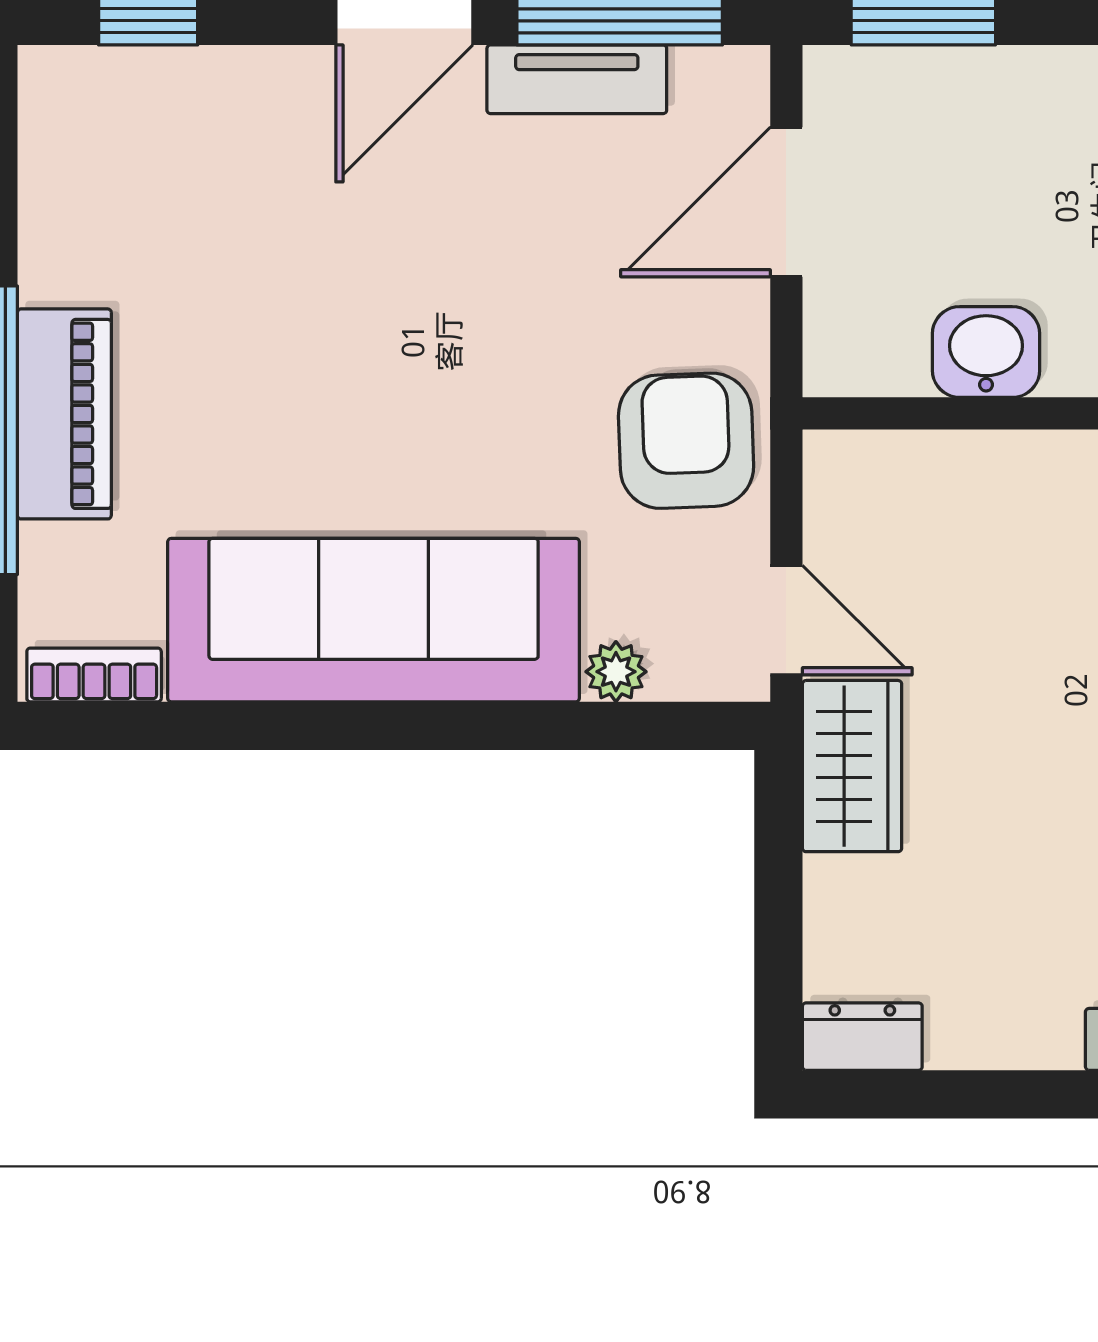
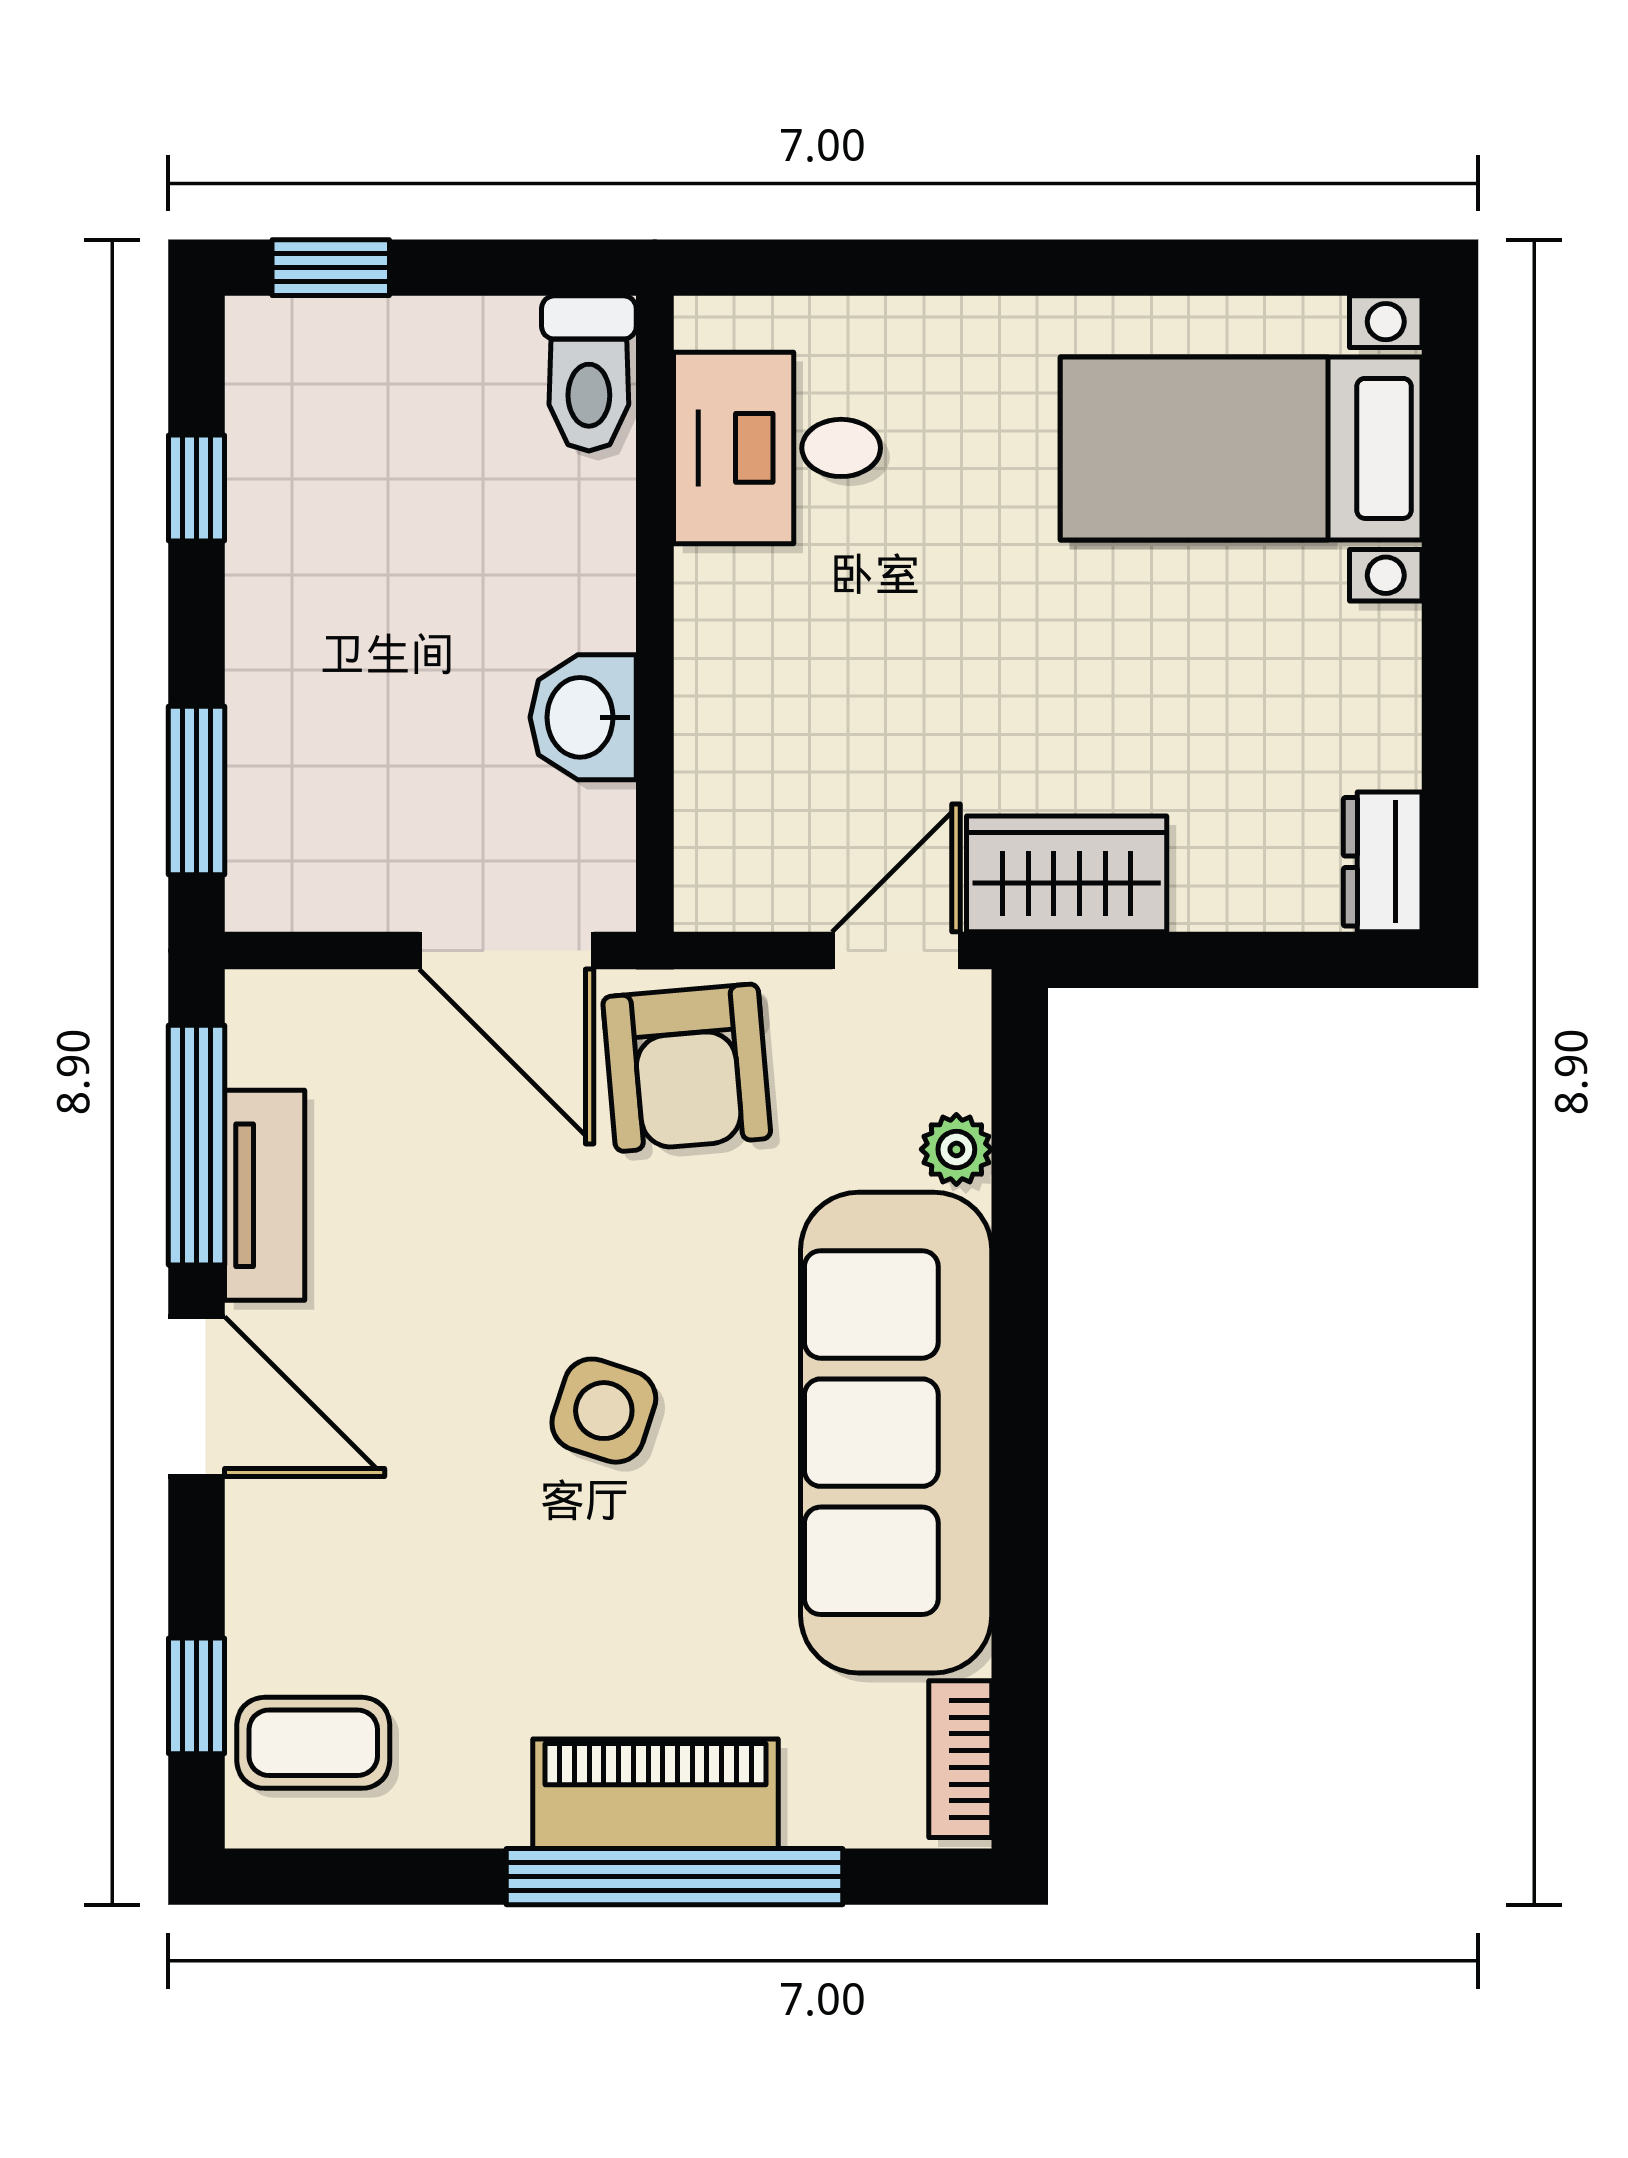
coffee table: (108, 121) -> (313, 1743), added
door: (786, 202) -> (506, 950), moved
side table: (392, 370) -> (604, 1411), added
armchair: (686, 441) -> (687, 1068), turned -93

